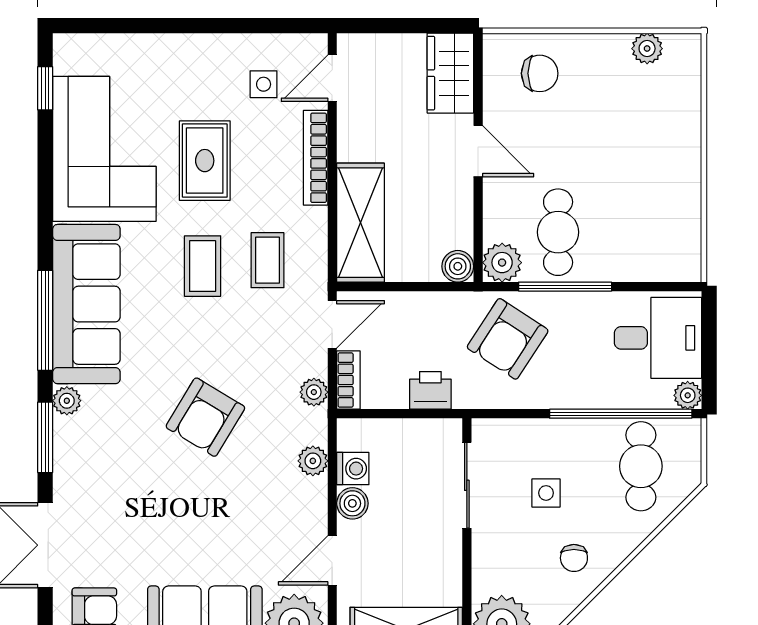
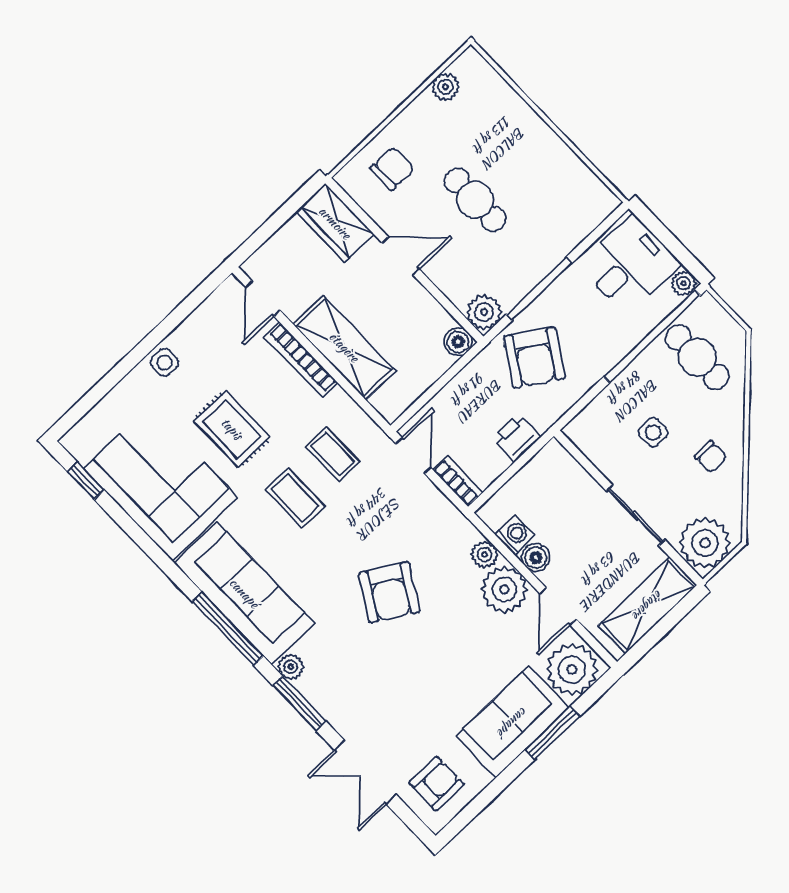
side table: (264, 84) -> (165, 362), moved
shelving: (361, 223) -> (344, 347), moved
cafe table: (558, 232) -> (475, 200), moved
plant: (314, 392) -> (504, 589), moved, width x1.87, depth x1.87
sliding door: (467, 485) -> (636, 515), moved

